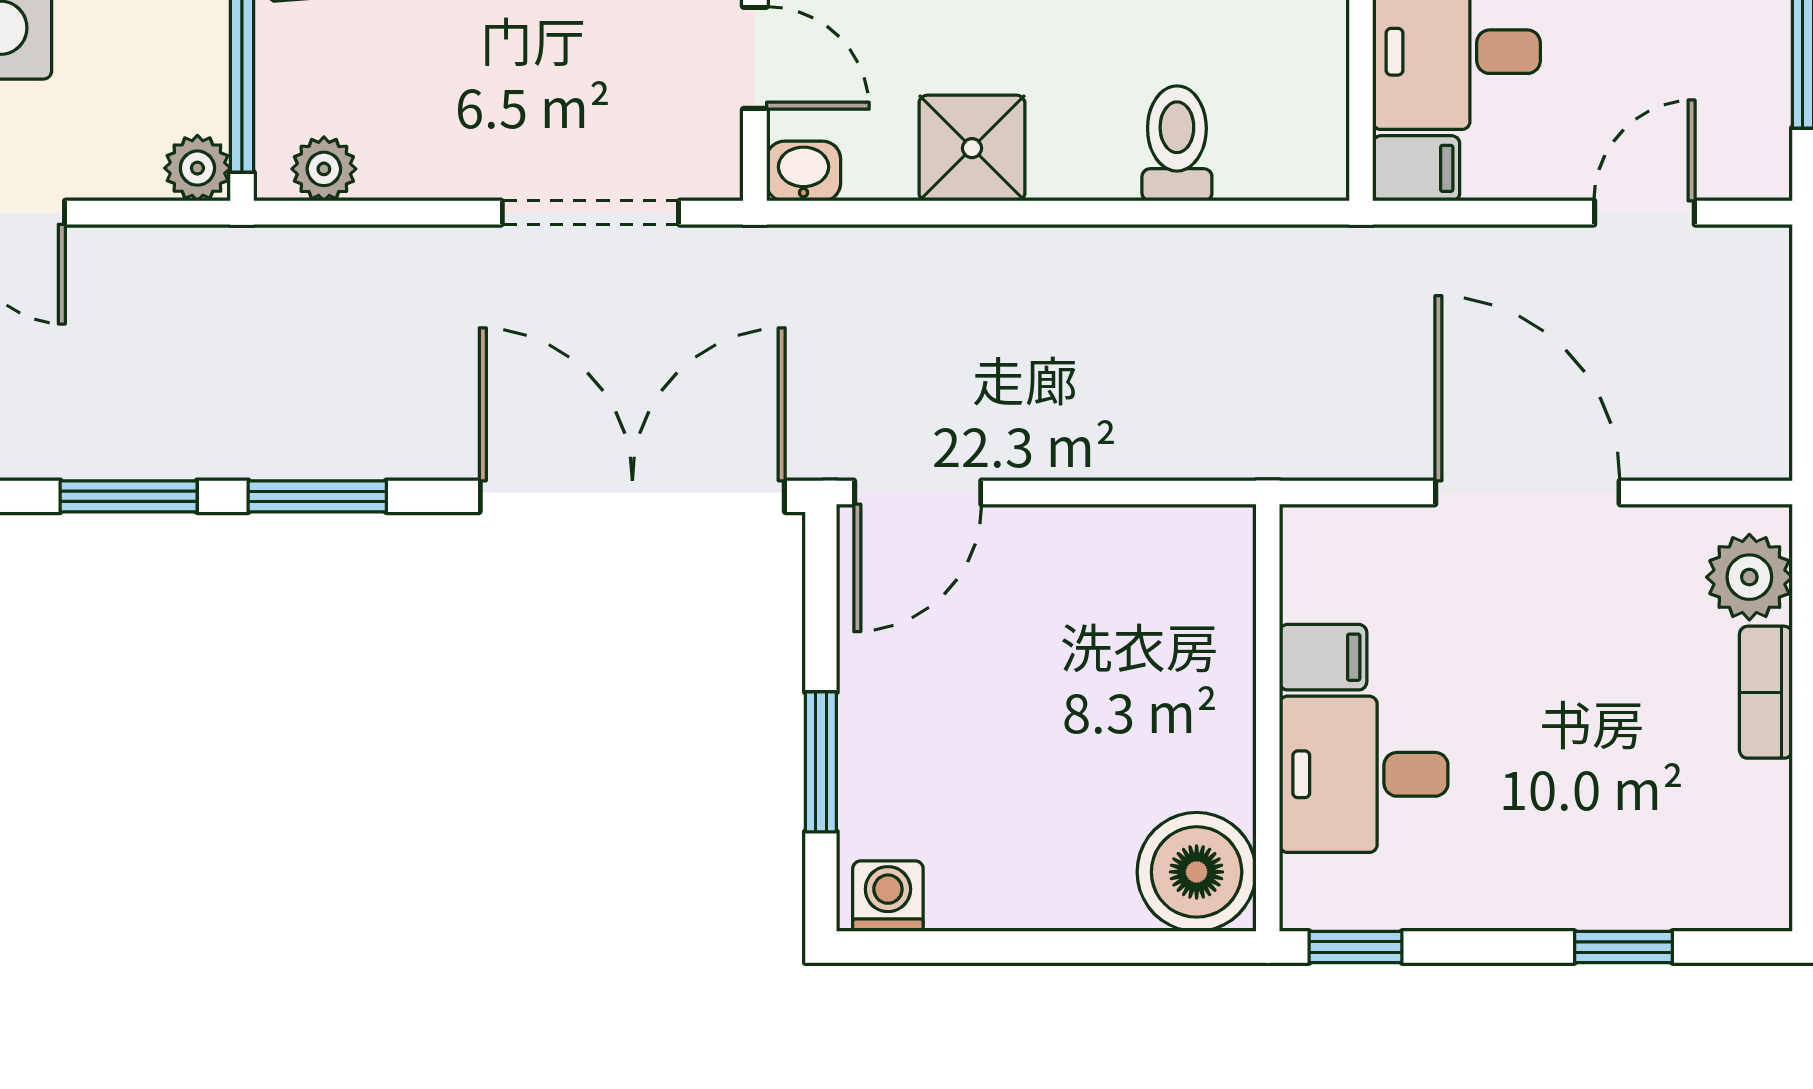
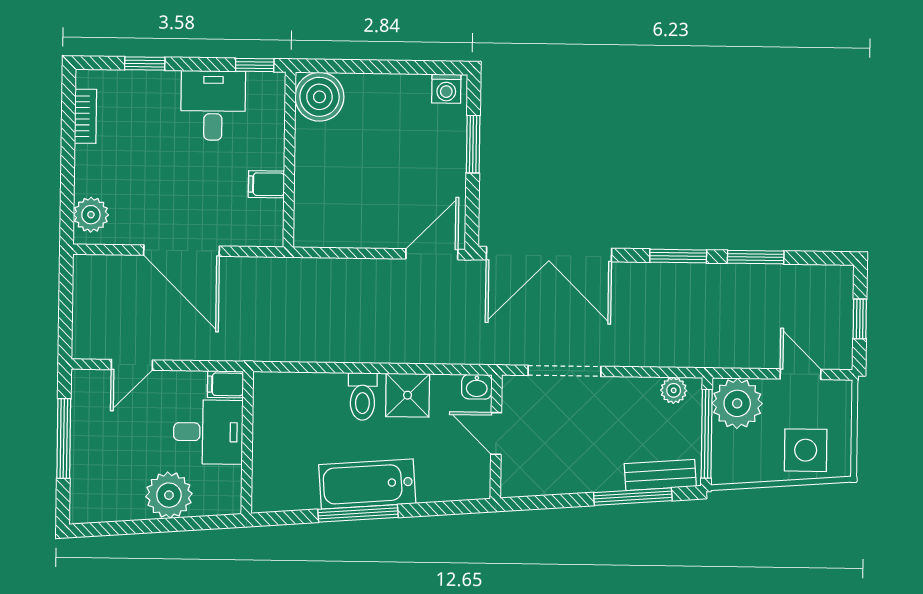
toilet: (1177, 143) -> (362, 396), moved
plant: (197, 168) -> (737, 403), width x1.87, depth x1.87
bookcase: (1766, 692) -> (86, 116), moved
desk: (1364, 774) -> (213, 105), moved, turned -90

